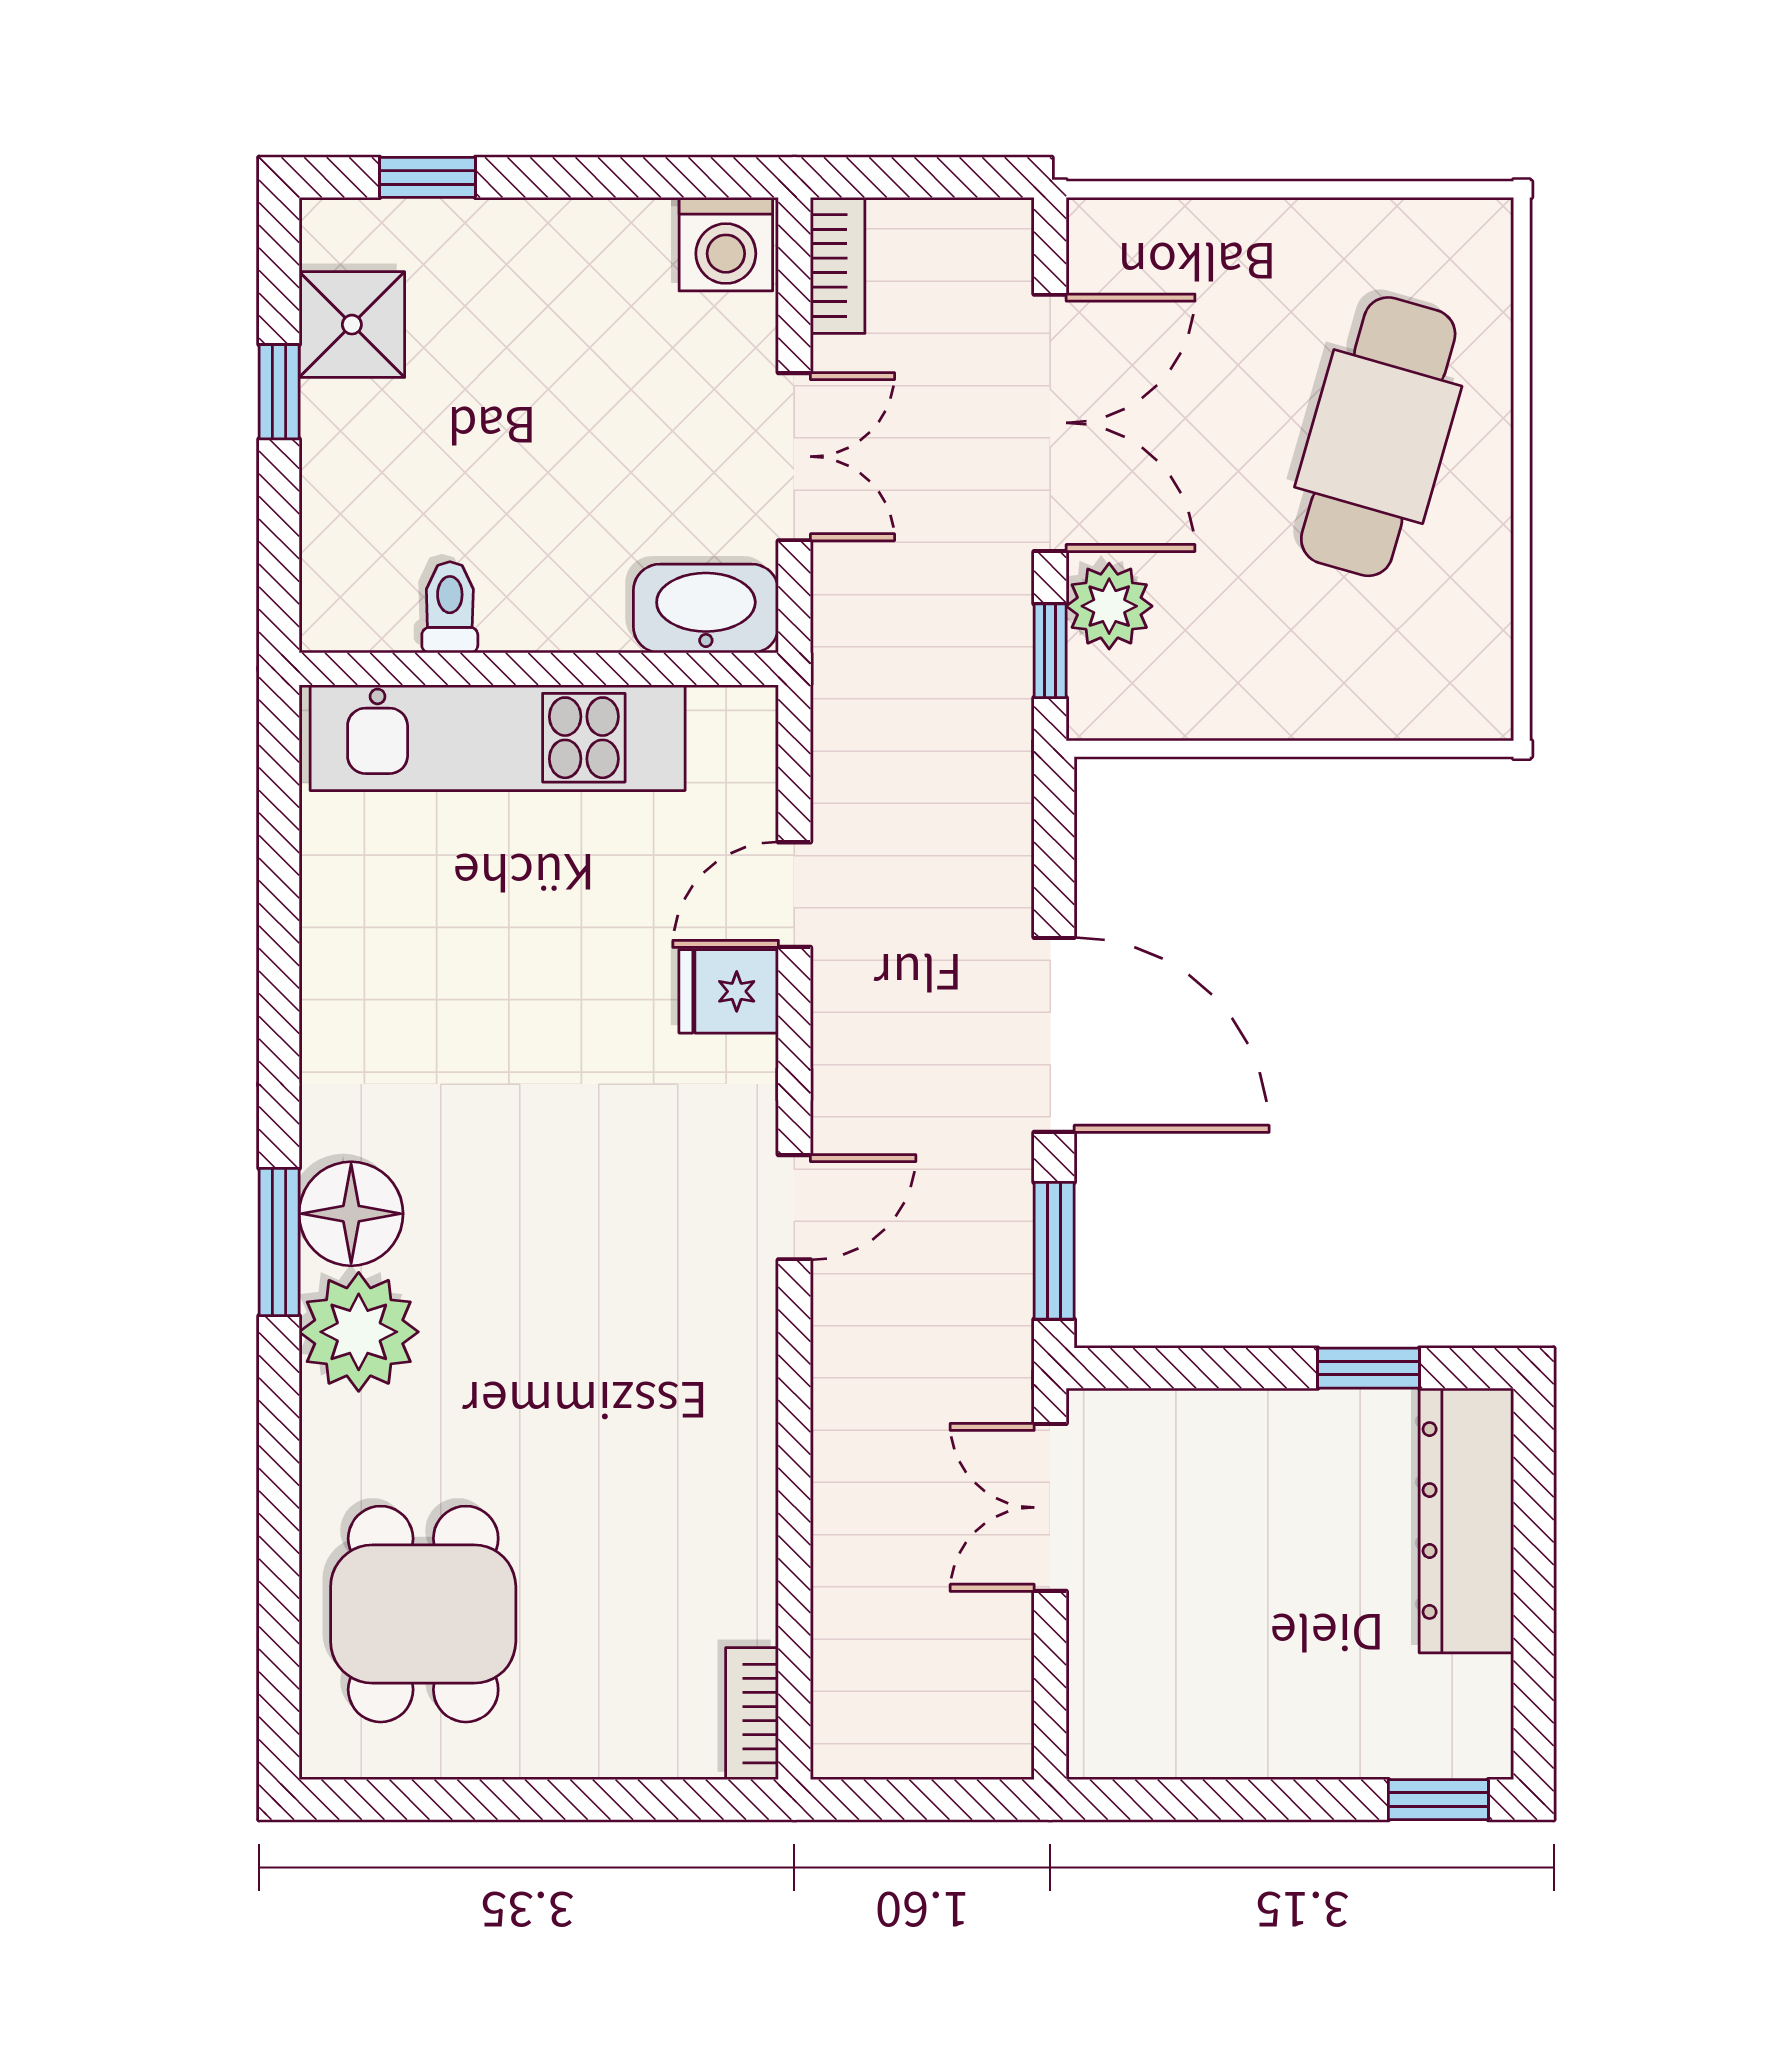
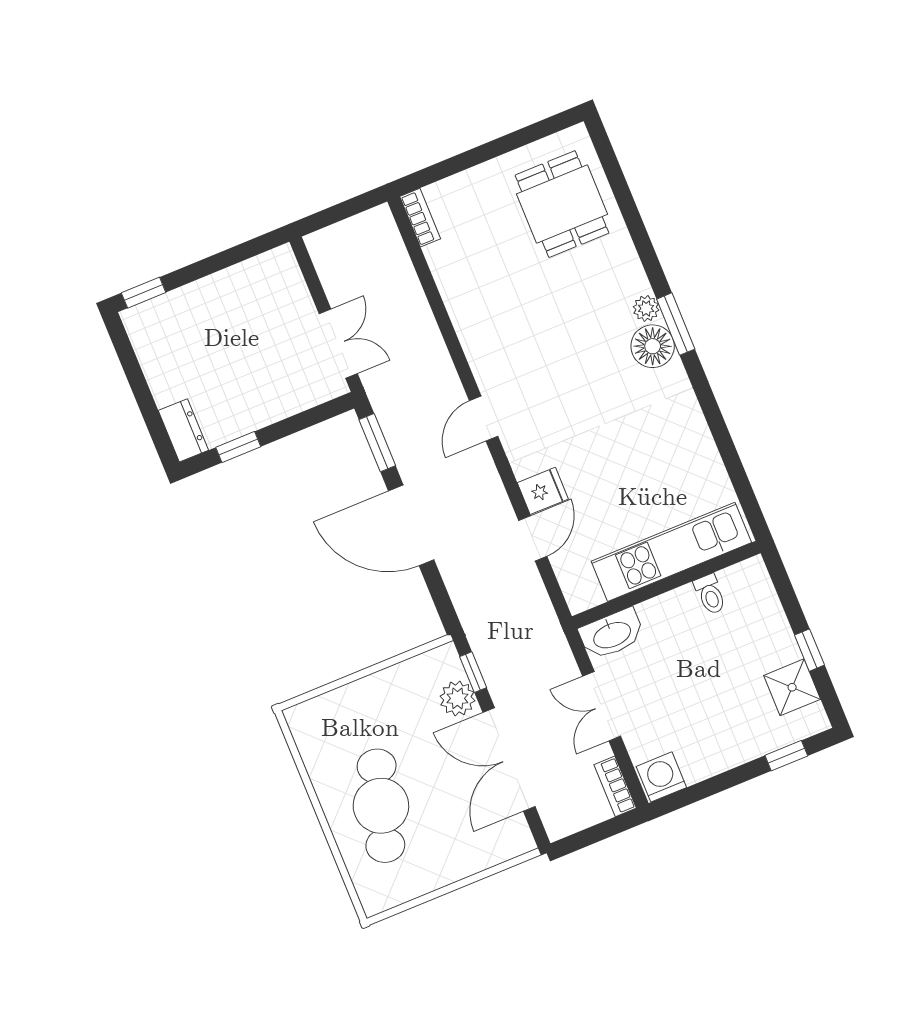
plant: (359, 1332) -> (646, 308), width x0.53, depth x0.53
dresser: (1466, 1521) -> (183, 430), width x0.51, depth x0.80

